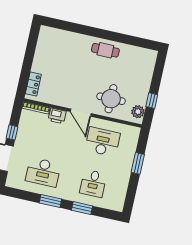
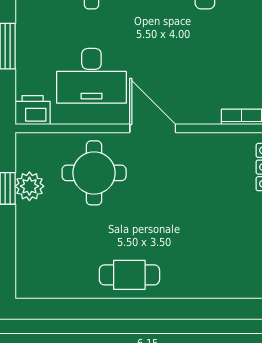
plant: (138, 112) -> (29, 186), moved
printer: (57, 116) -> (33, 110), moved

